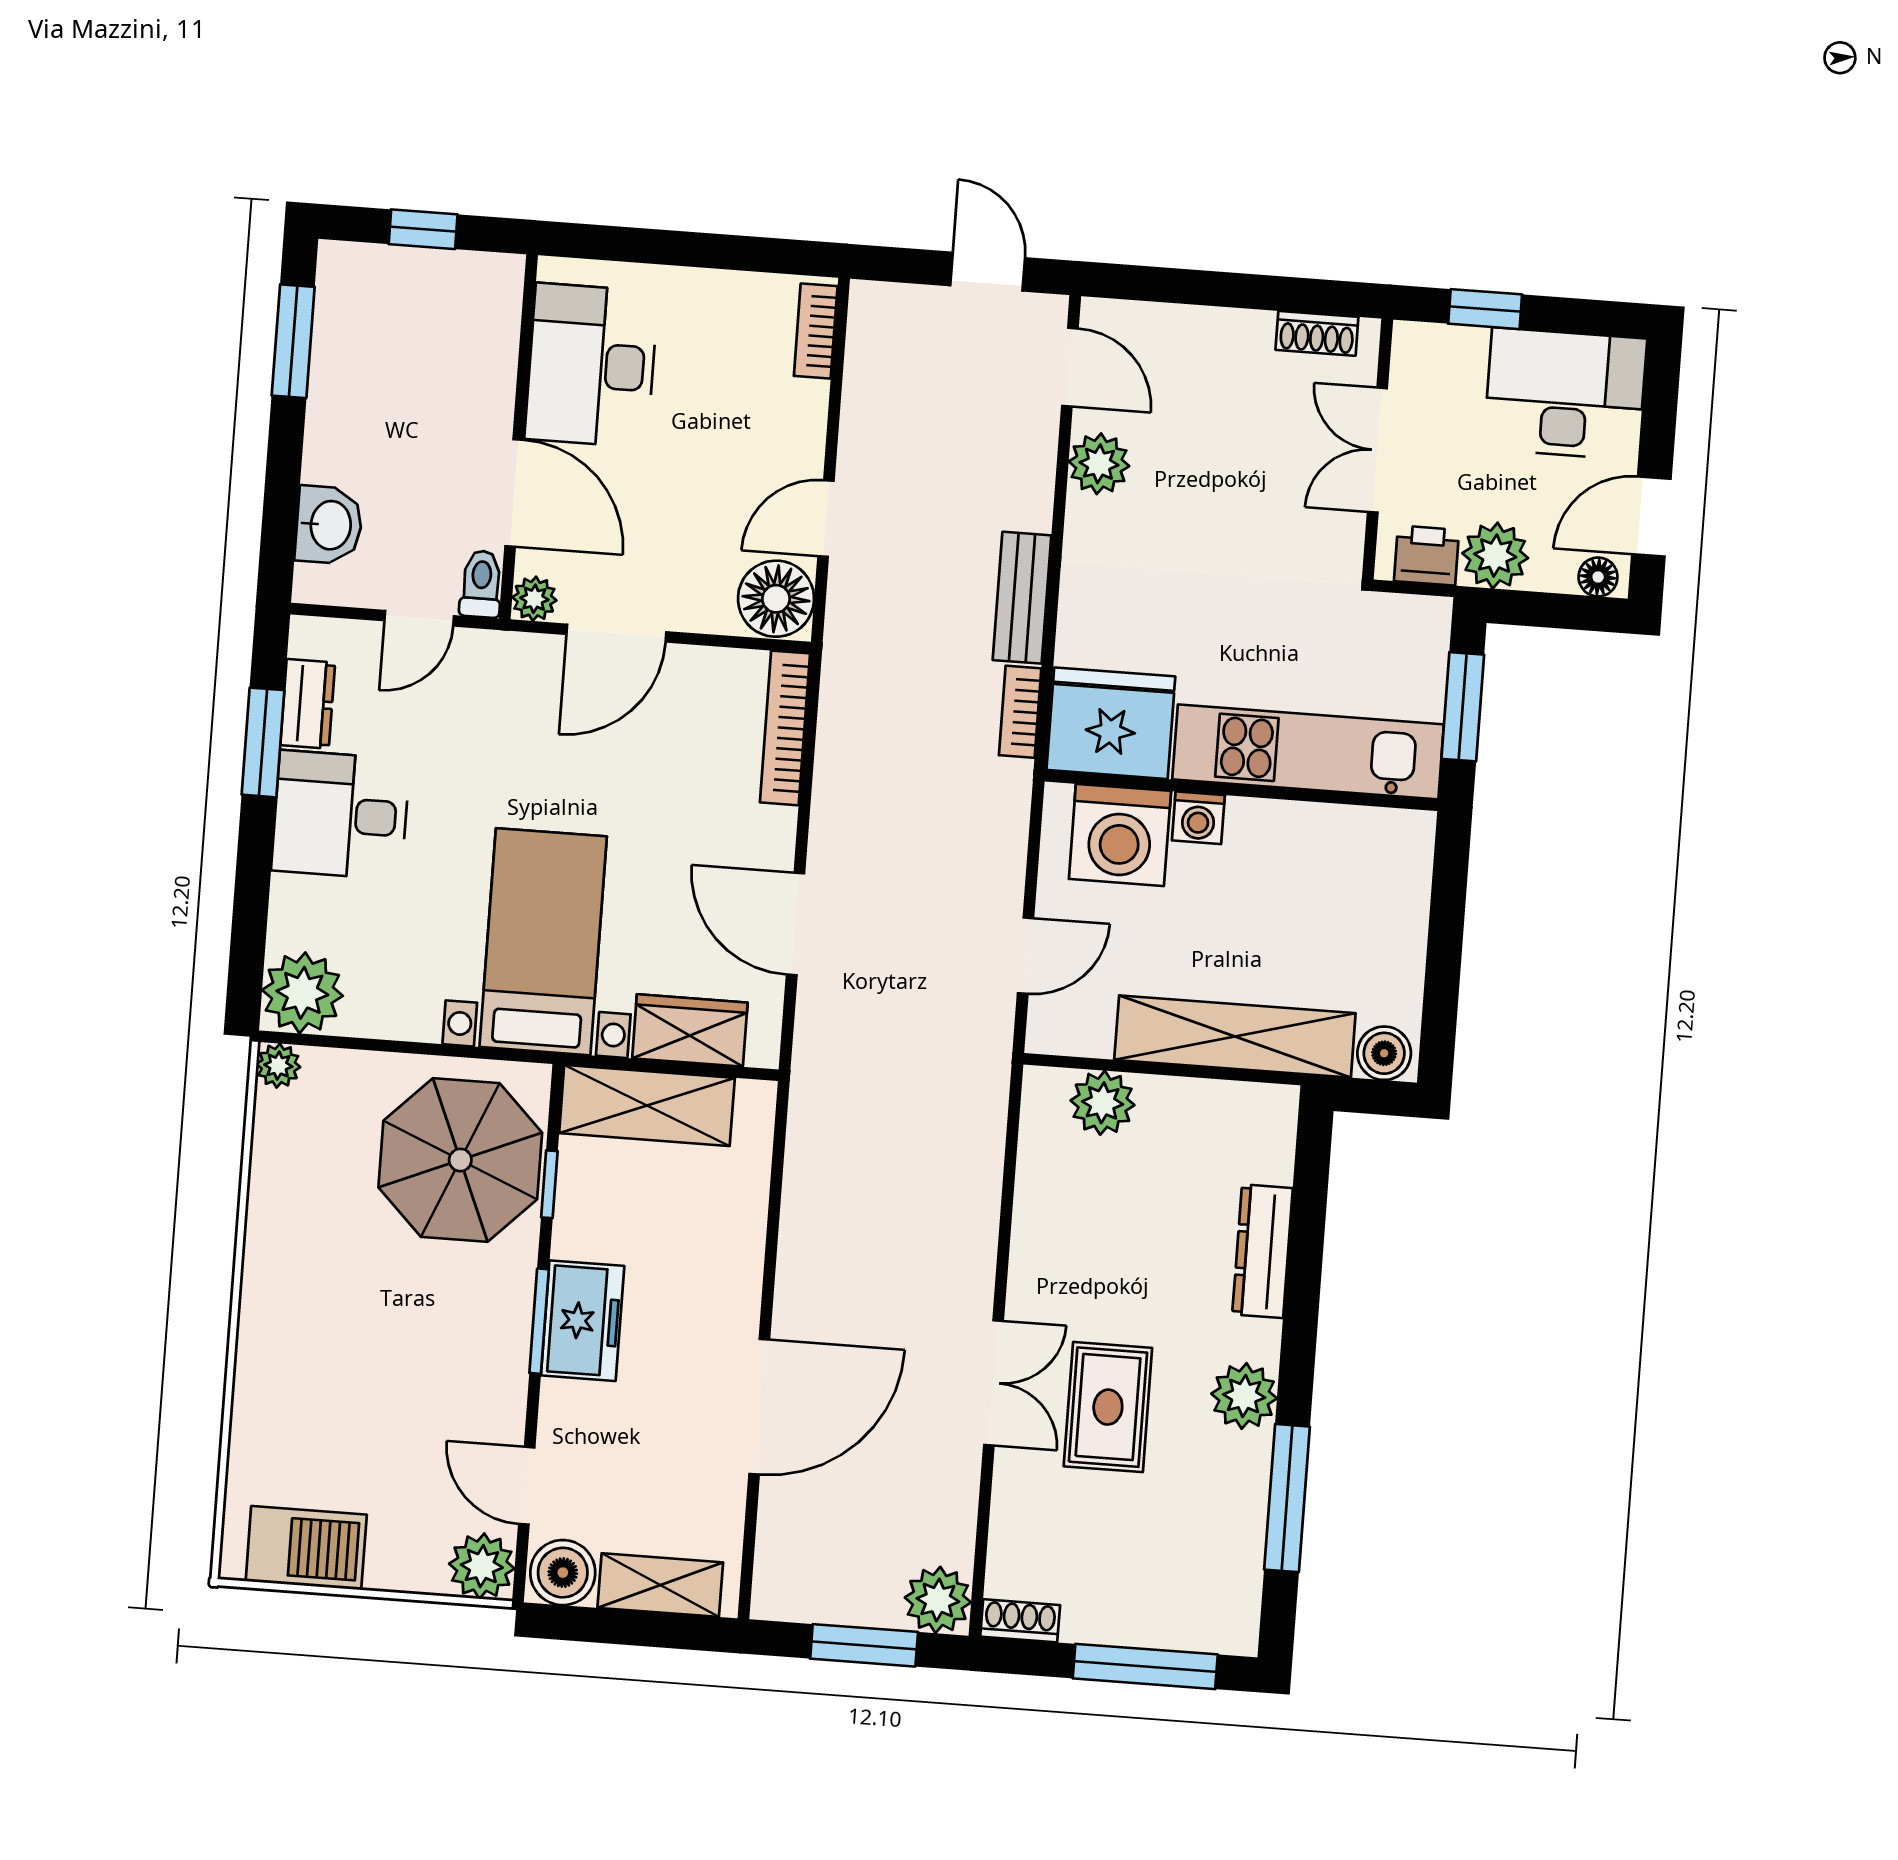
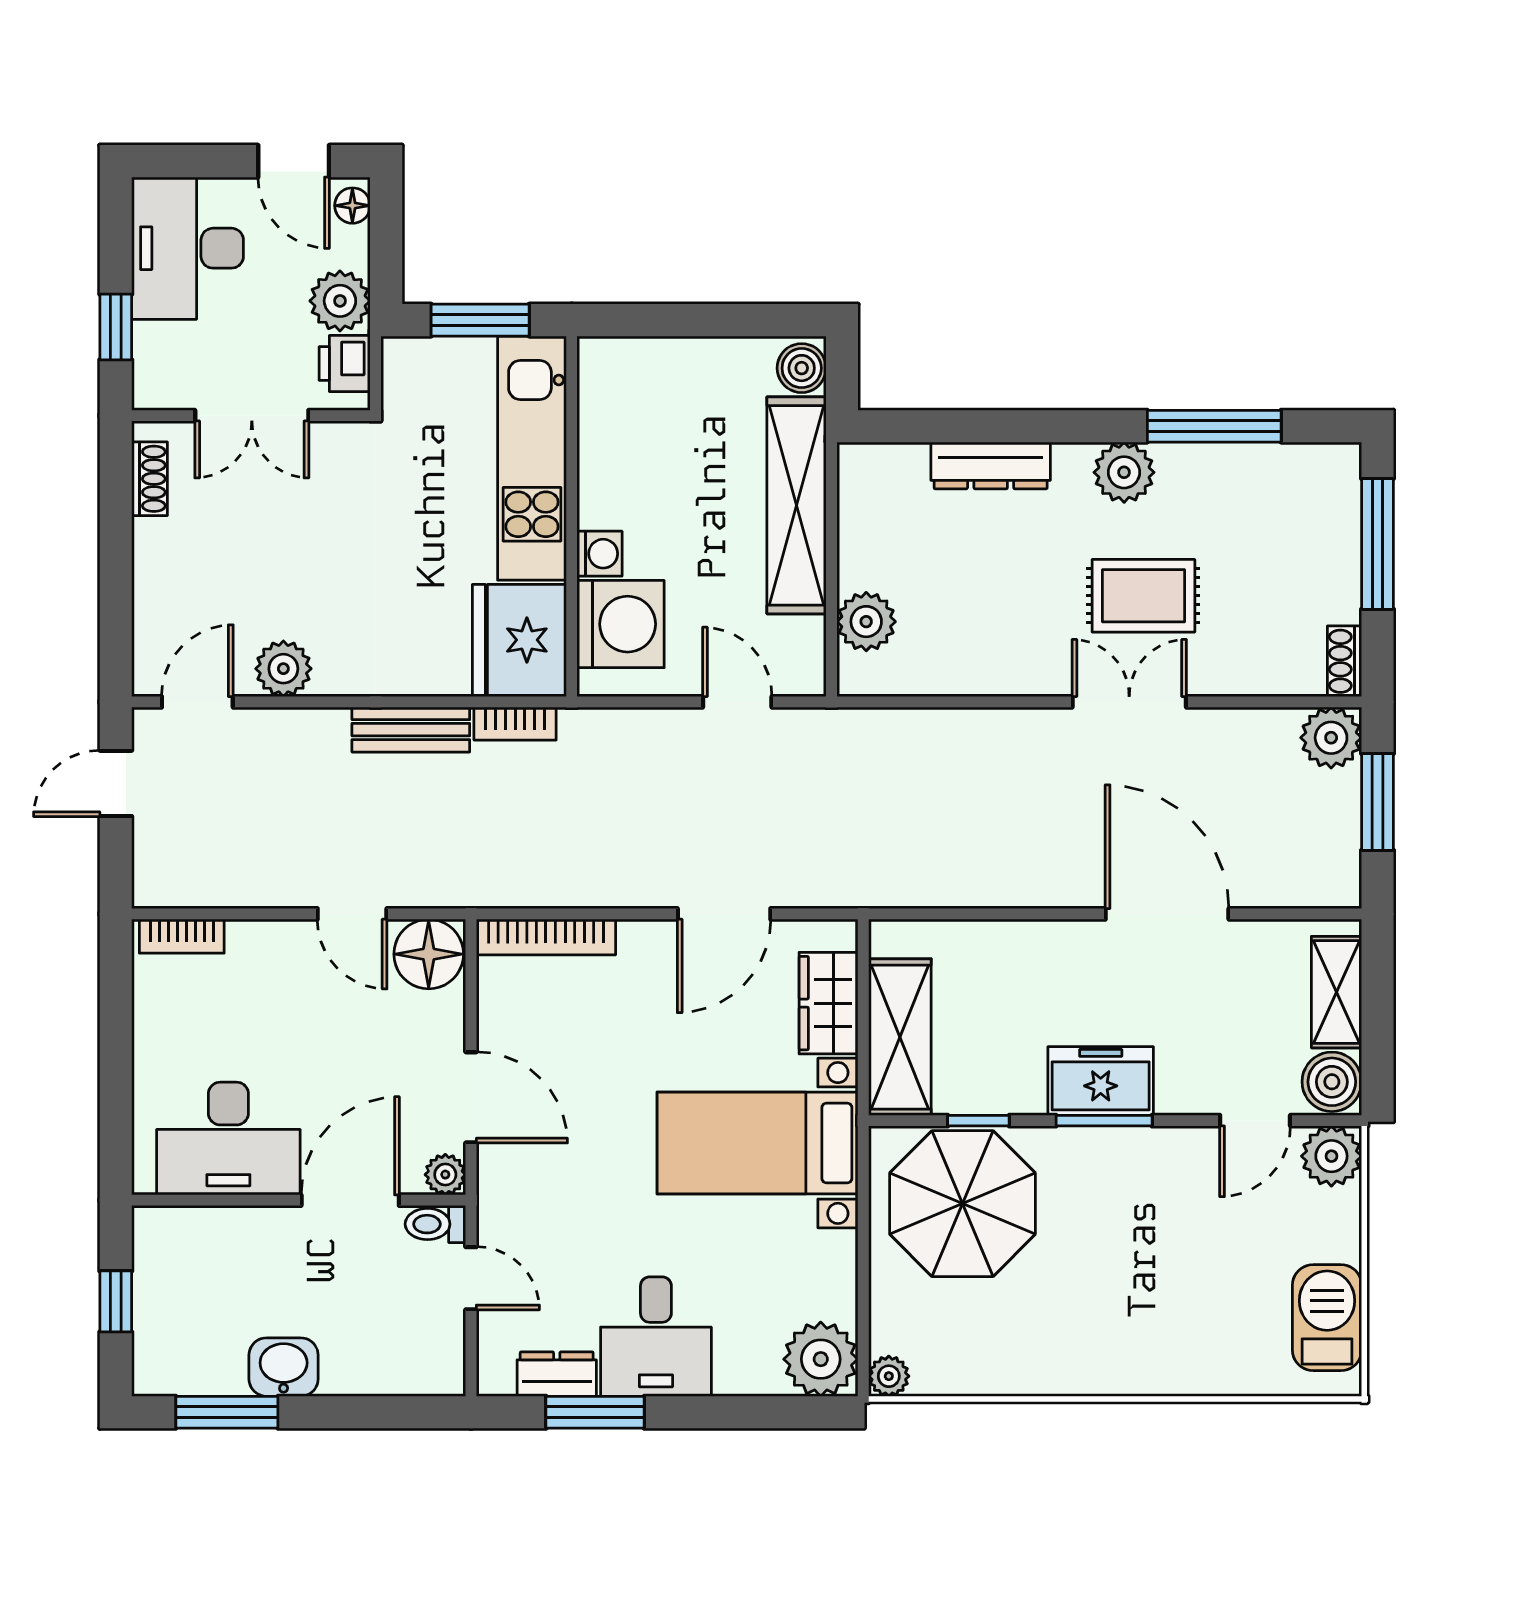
washbasin: (329, 525) -> (284, 1367), moved

